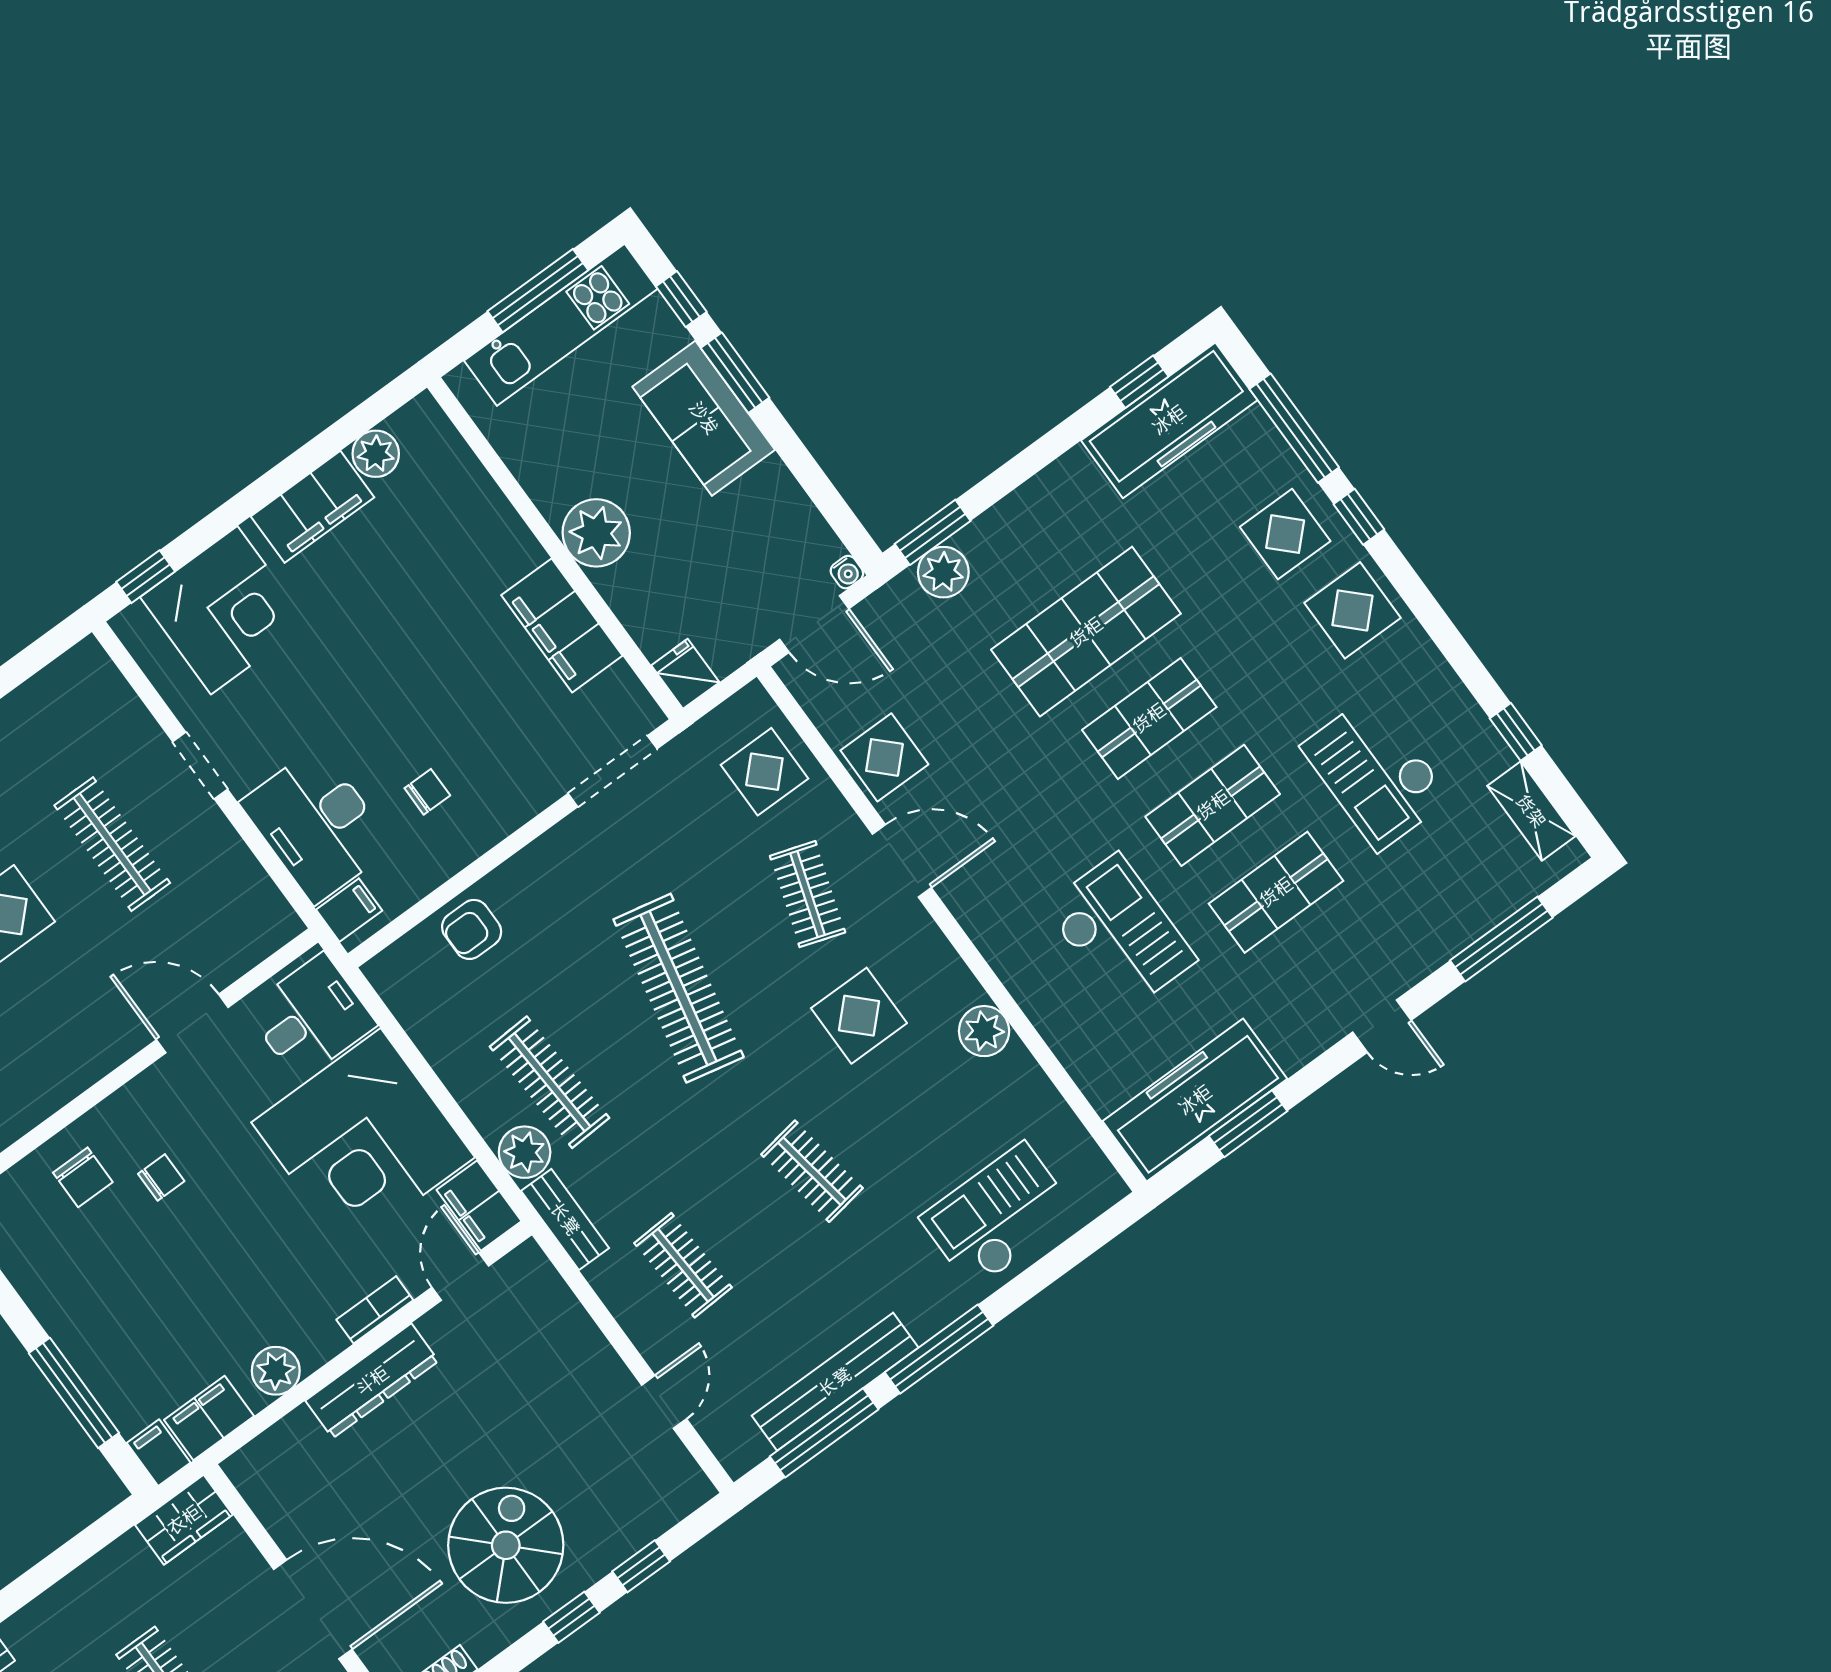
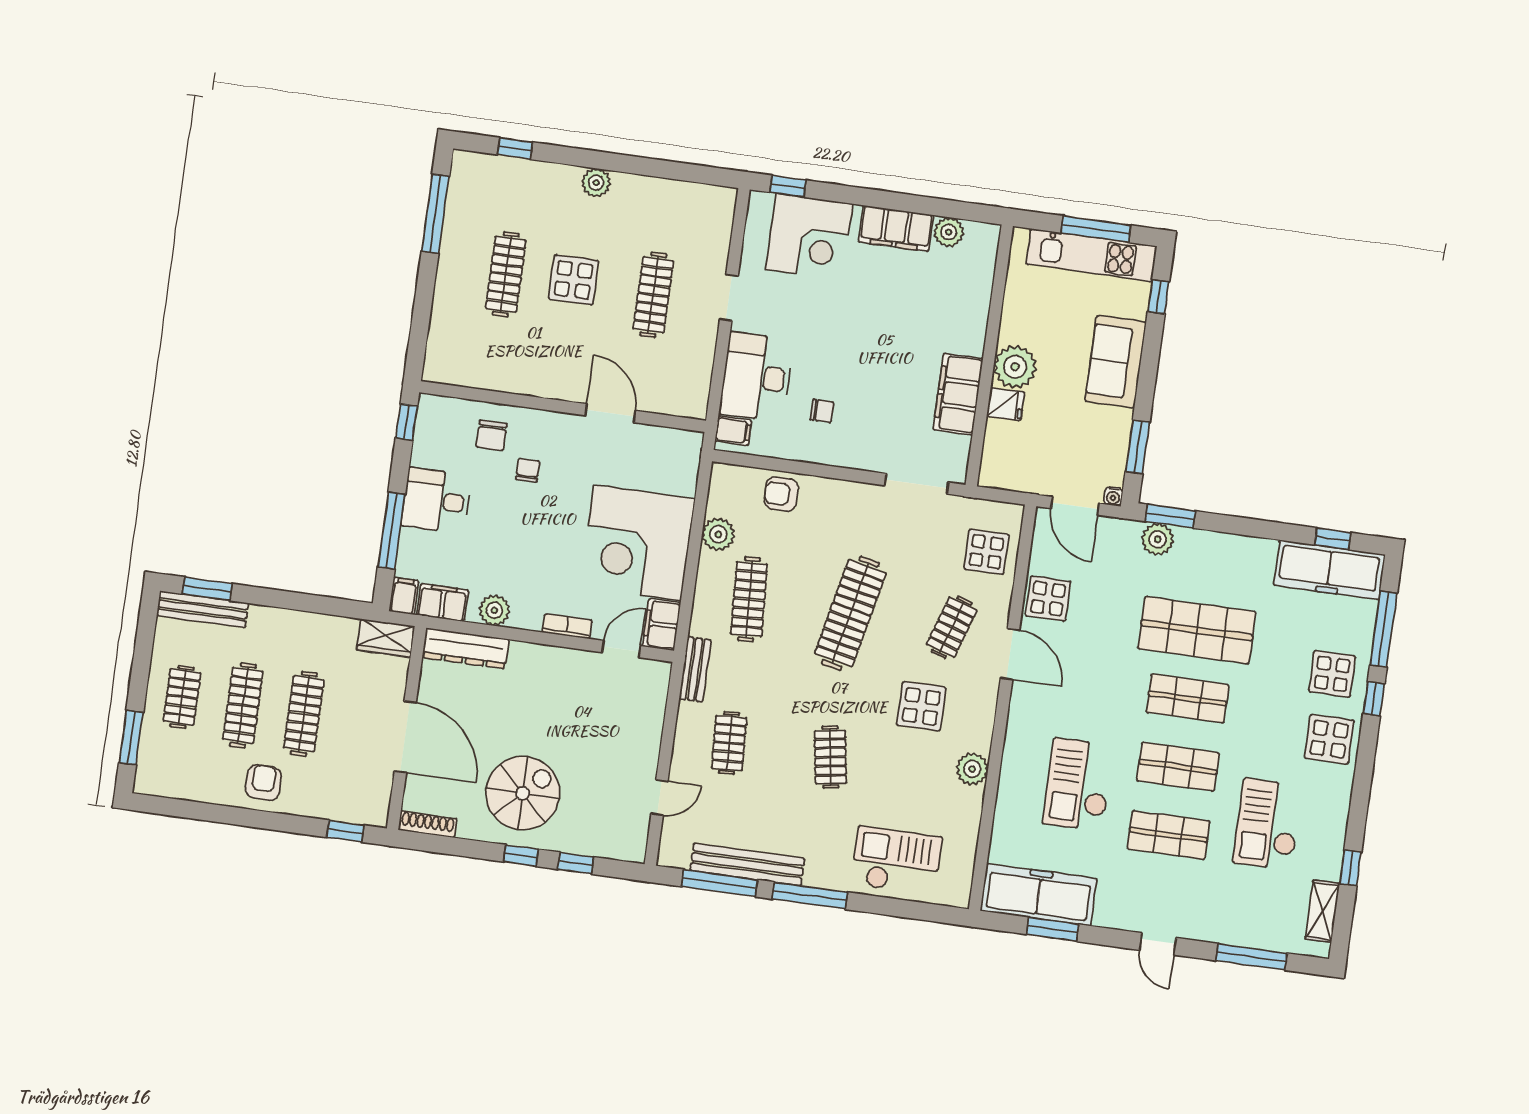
window: (735, 373) -> (1138, 447), moved
fridge: (685, 674) -> (1006, 404), moved, turned 90
checkout: (1120, 933) -> (1078, 785), turned 180
desk: (311, 1017) -> (436, 501), moved, turned 180
plant: (525, 1152) -> (718, 534), moved
chair: (161, 1177) -> (528, 470), turned -90
dresser: (372, 1381) -> (466, 648), moved

